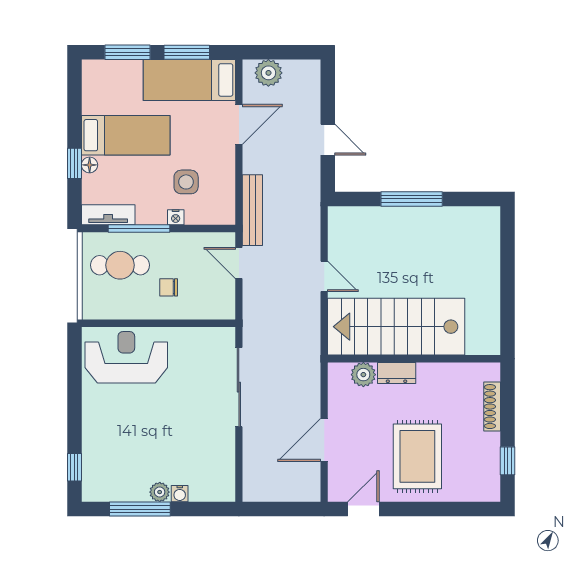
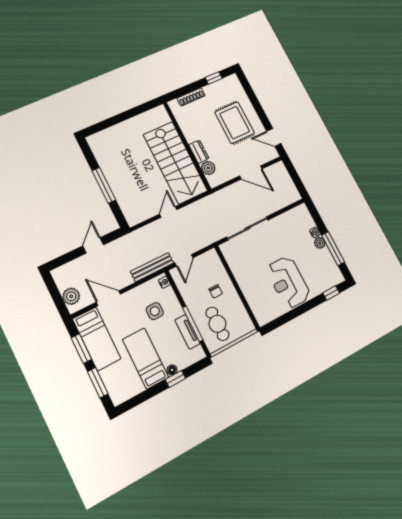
tv unit: (108, 215) -> (187, 332), moved
nightstand: (176, 217) -> (164, 282), moved
reception desk: (126, 357) -> (288, 282), moved
rug: (417, 456) -> (235, 123), turned 90

